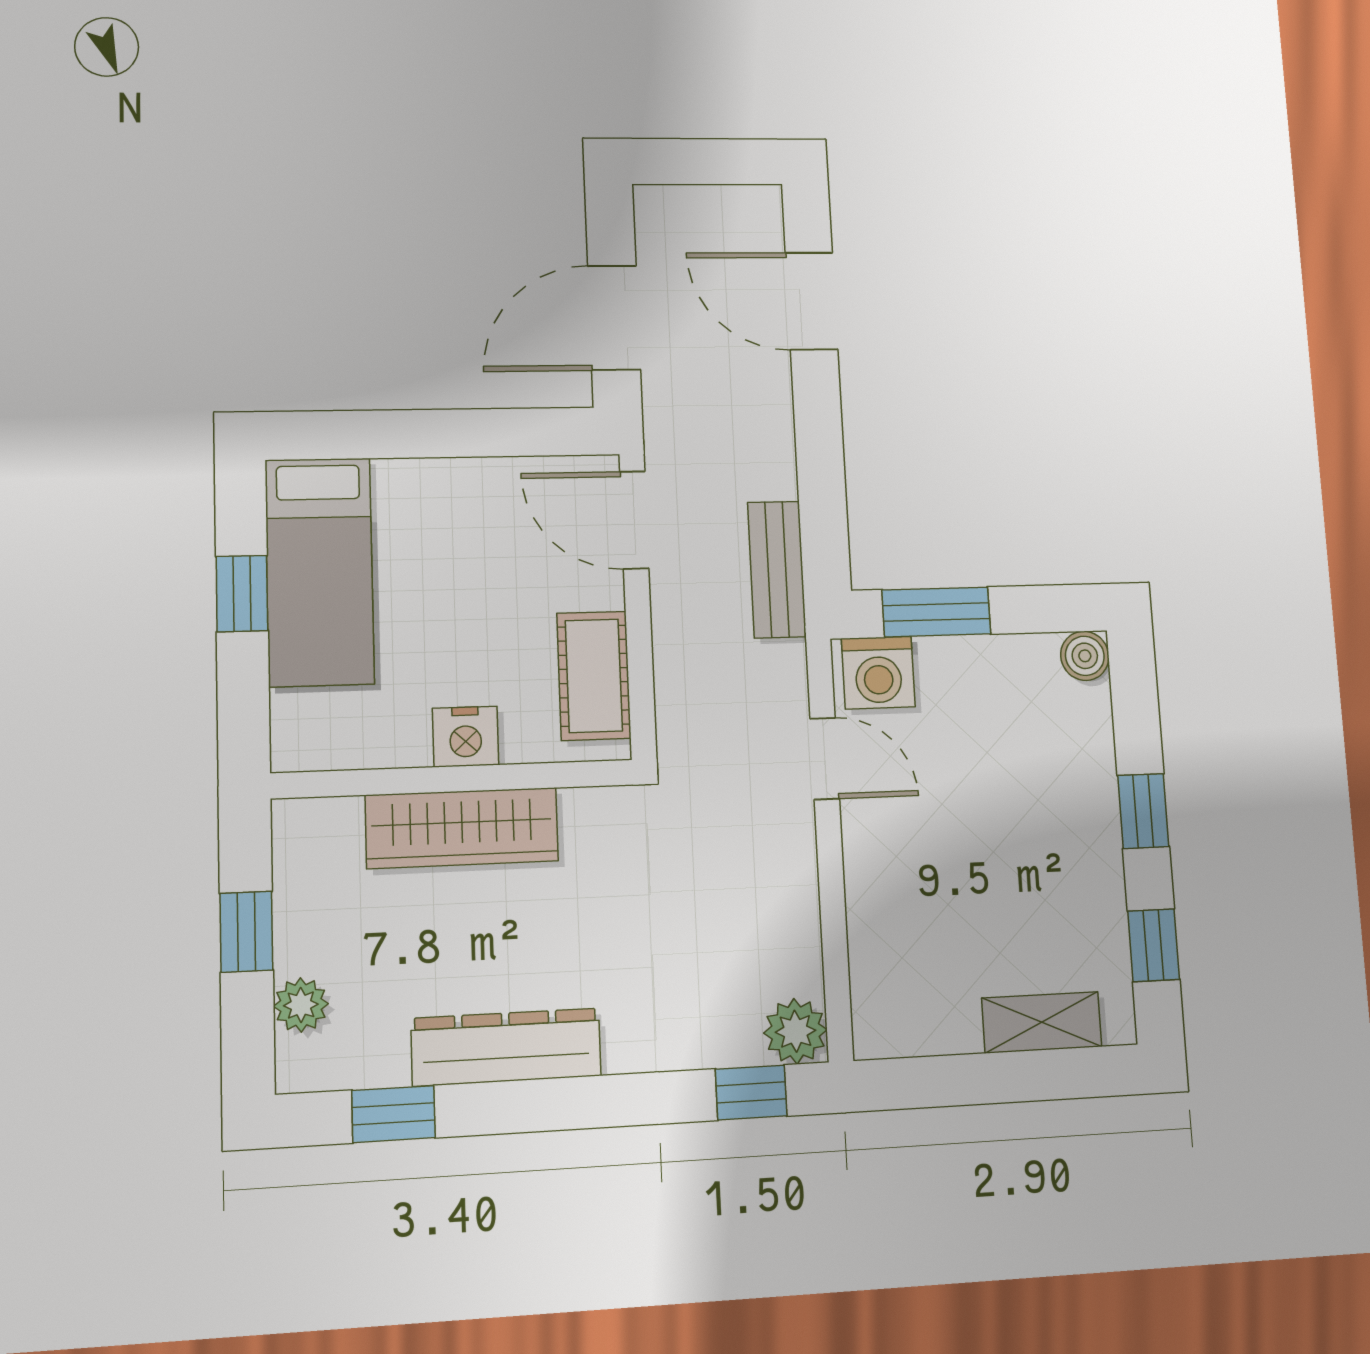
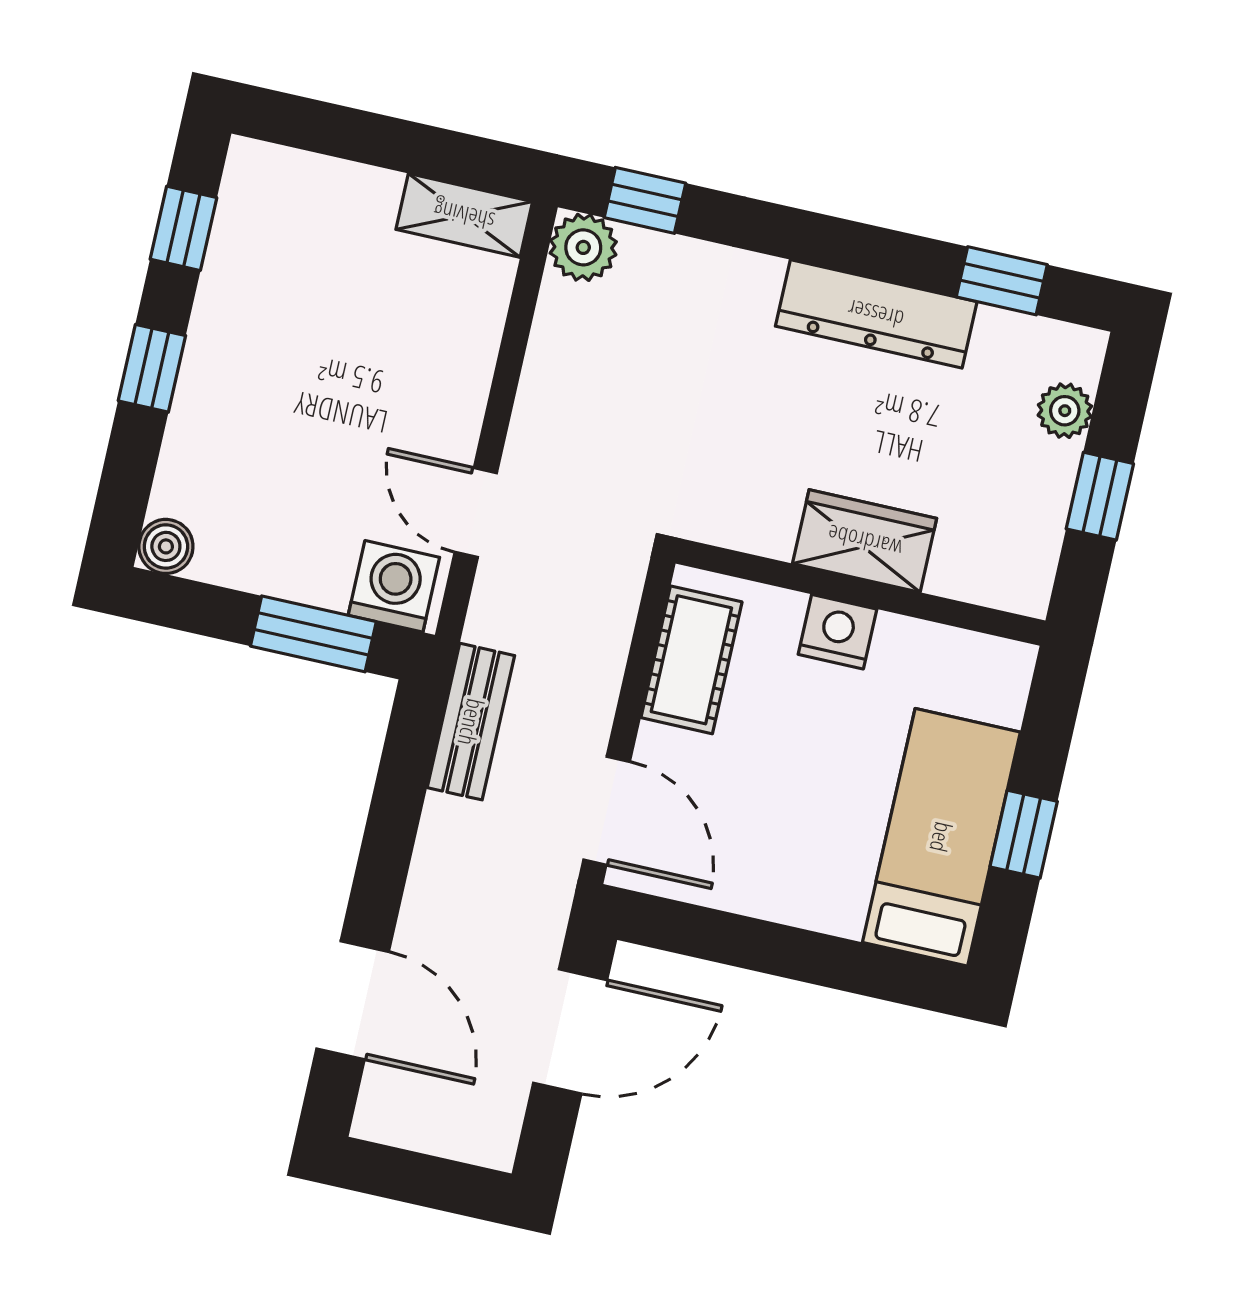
wardrobe: (462, 828) -> (865, 541), width x0.67
shelving: (1042, 1022) -> (464, 215), moved

